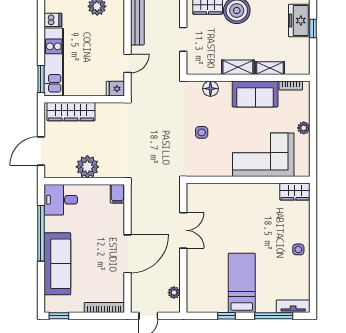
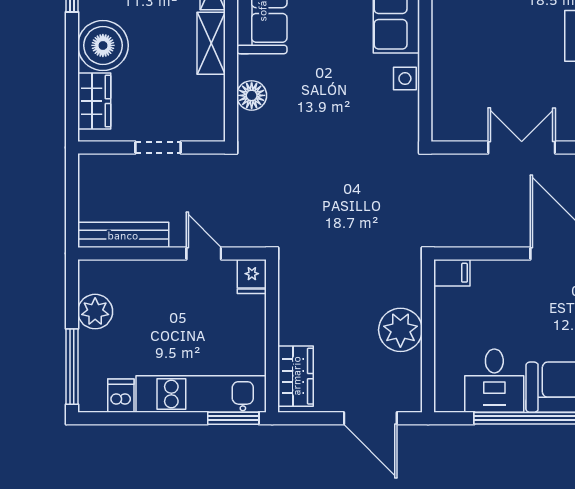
wardrobe: (71, 112) -> (296, 376), width x0.67
side table: (202, 132) -> (405, 79), moved
desk: (61, 200) -> (494, 381), moved

